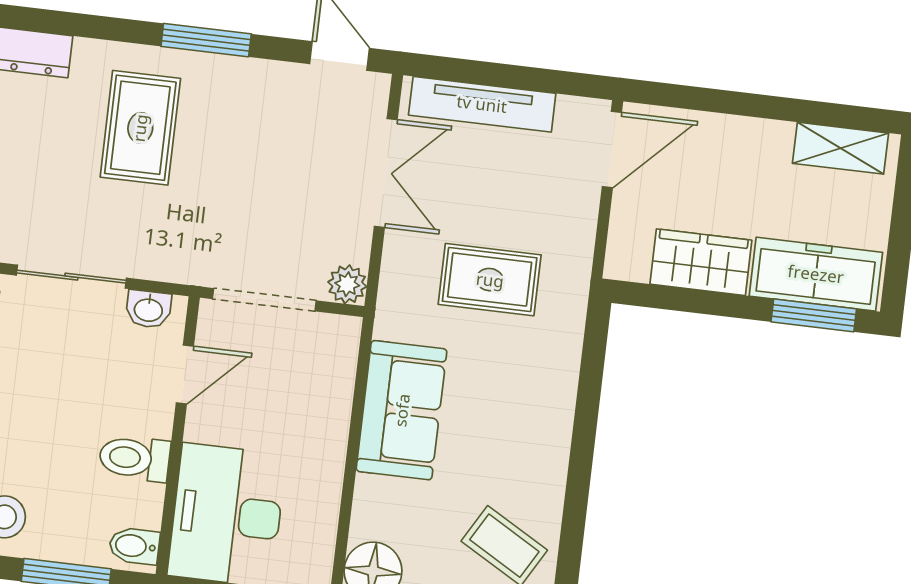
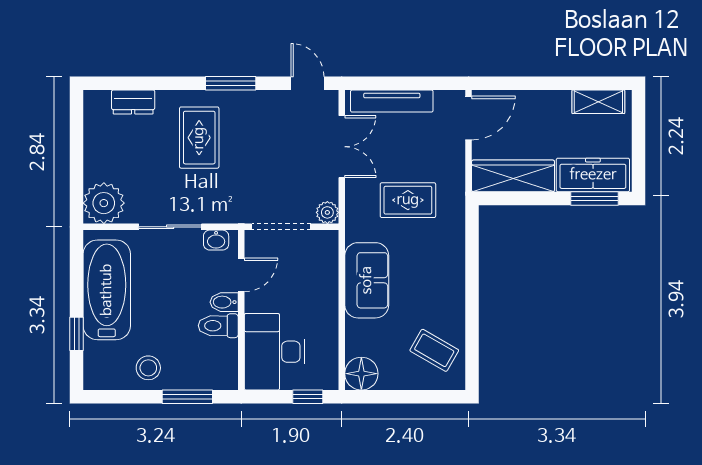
wardrobe: (701, 262) -> (513, 176), width x1.50
bidet: (134, 546) -> (224, 302), moved

